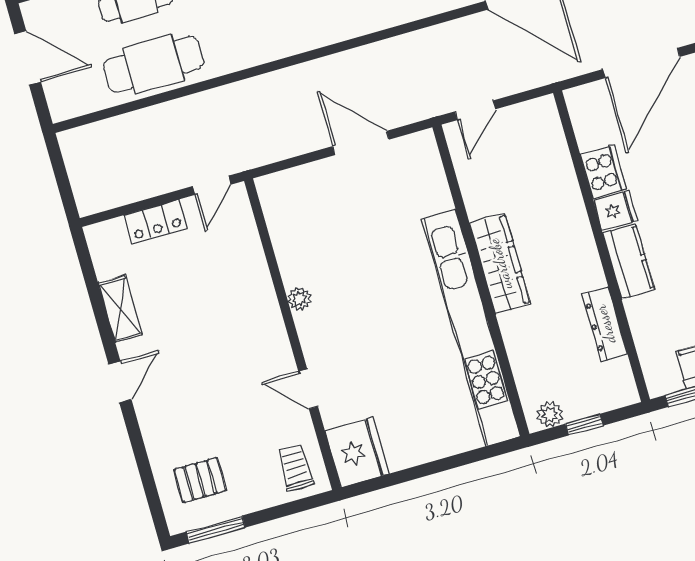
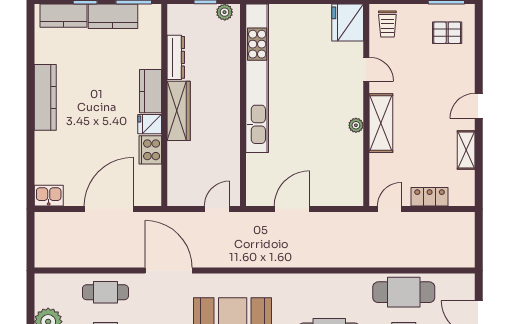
door: (361, 143) -> (292, 209), swing flipped
wardrobe: (500, 264) -> (179, 111), moved, turned 180
shelving: (262, 313) -> (381, 123), added

